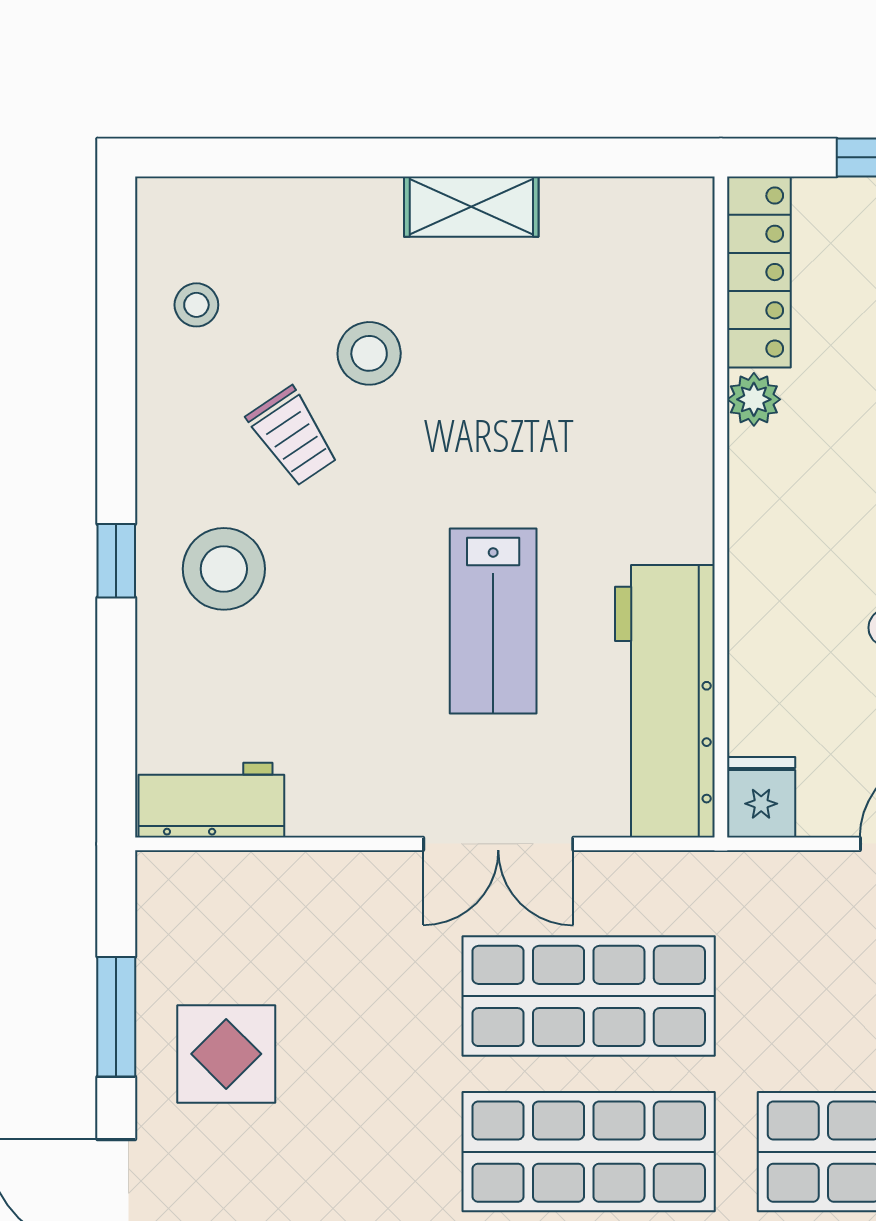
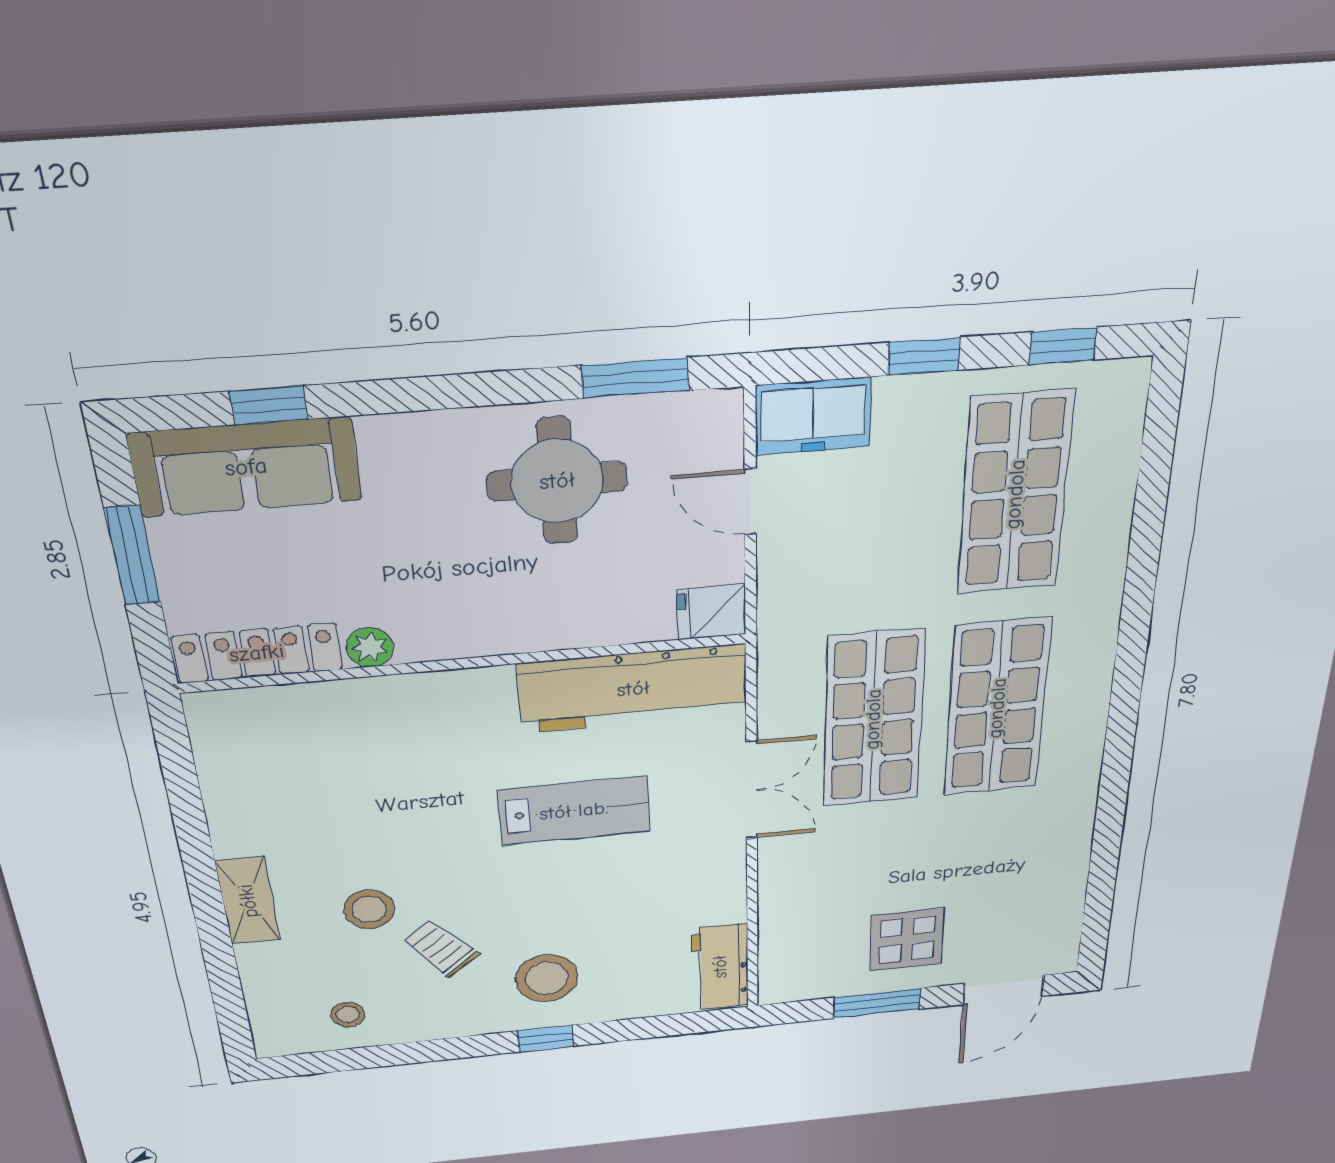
shelving: (471, 207) -> (248, 901), moved
trolley: (293, 436) -> (441, 949), turned -96

